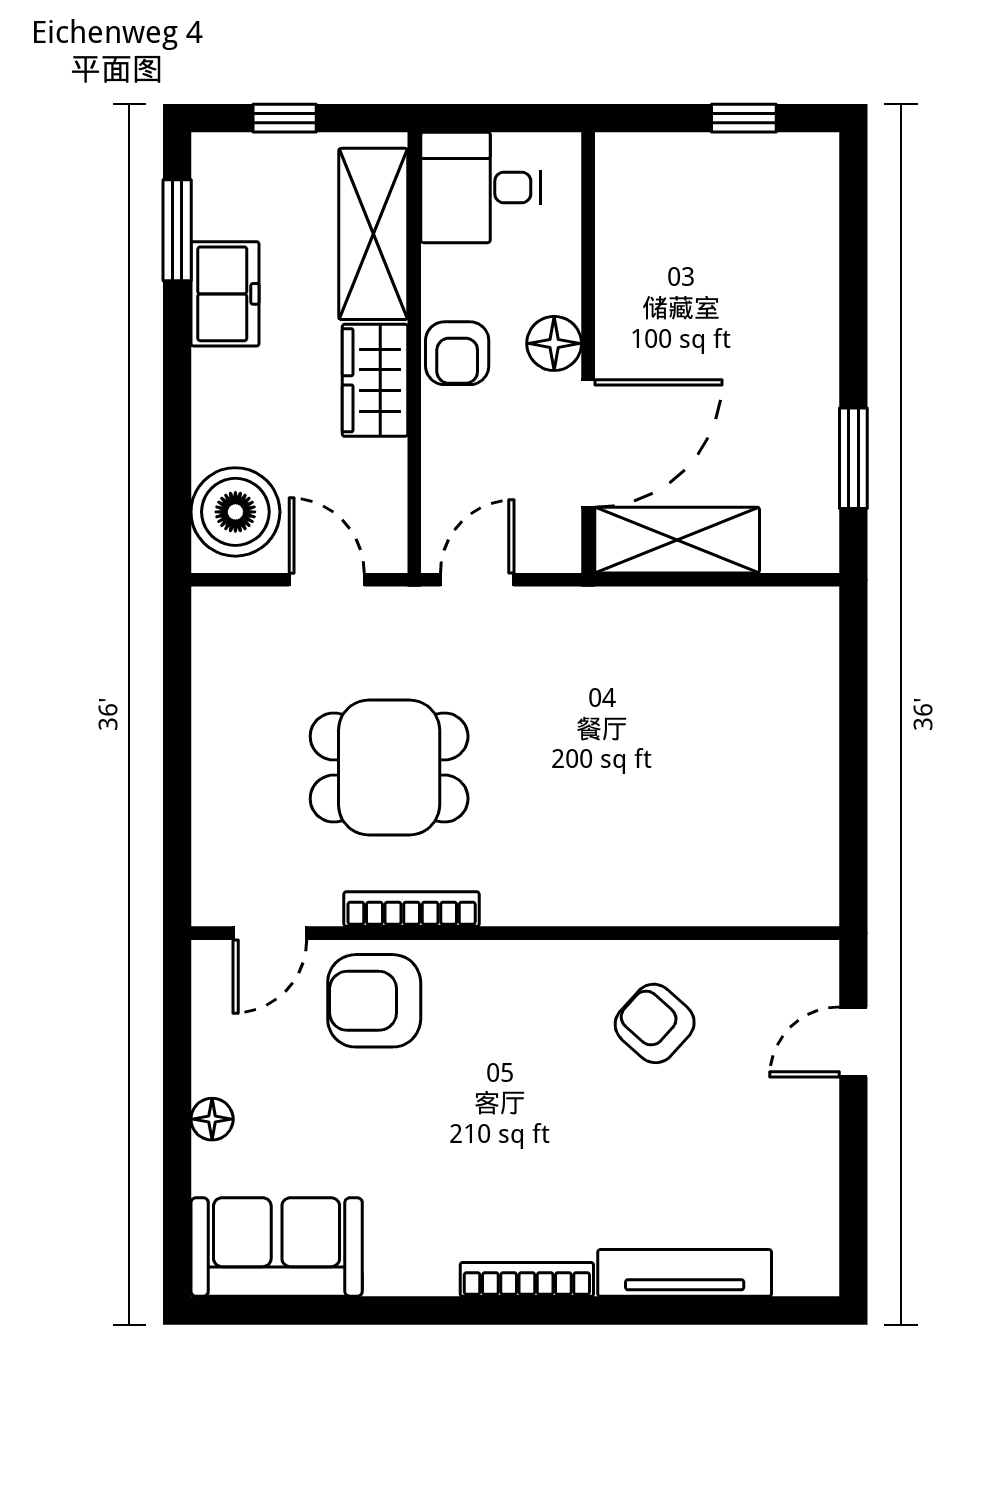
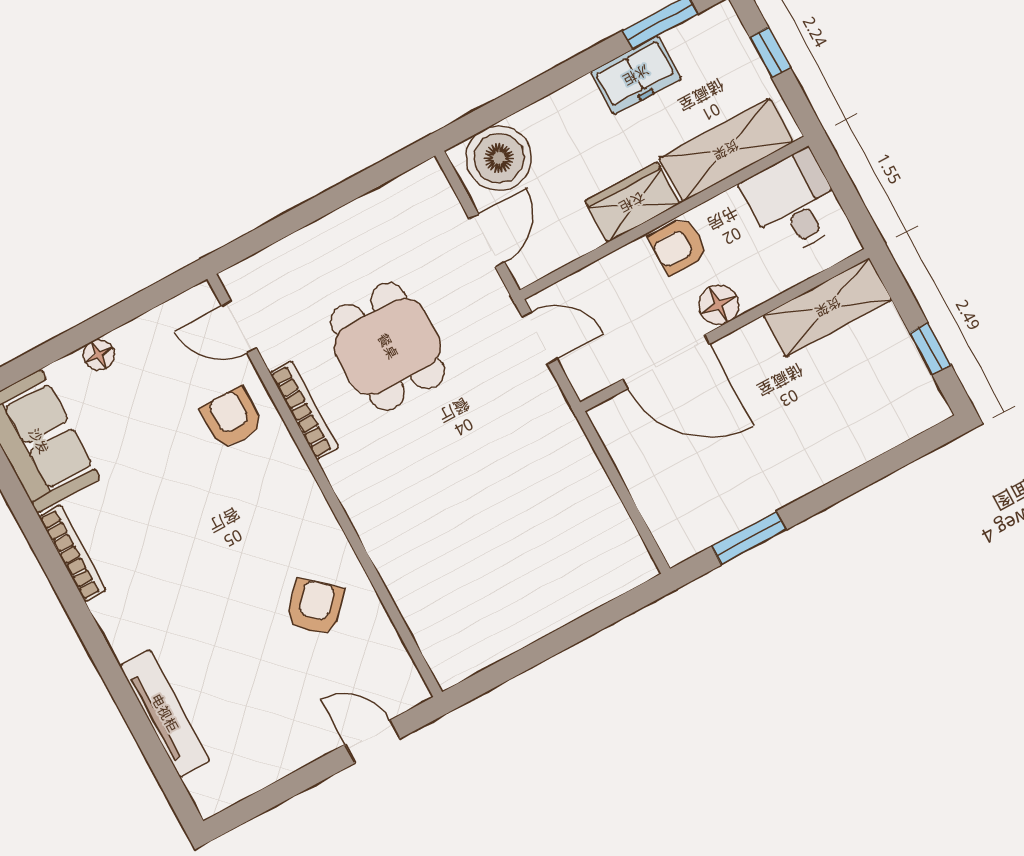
shelving: (677, 540) -> (828, 307), moved, turned 90
armchair: (374, 1001) -> (232, 418), width x0.72, depth x0.72
bookcase: (527, 1279) -> (73, 553), moved

